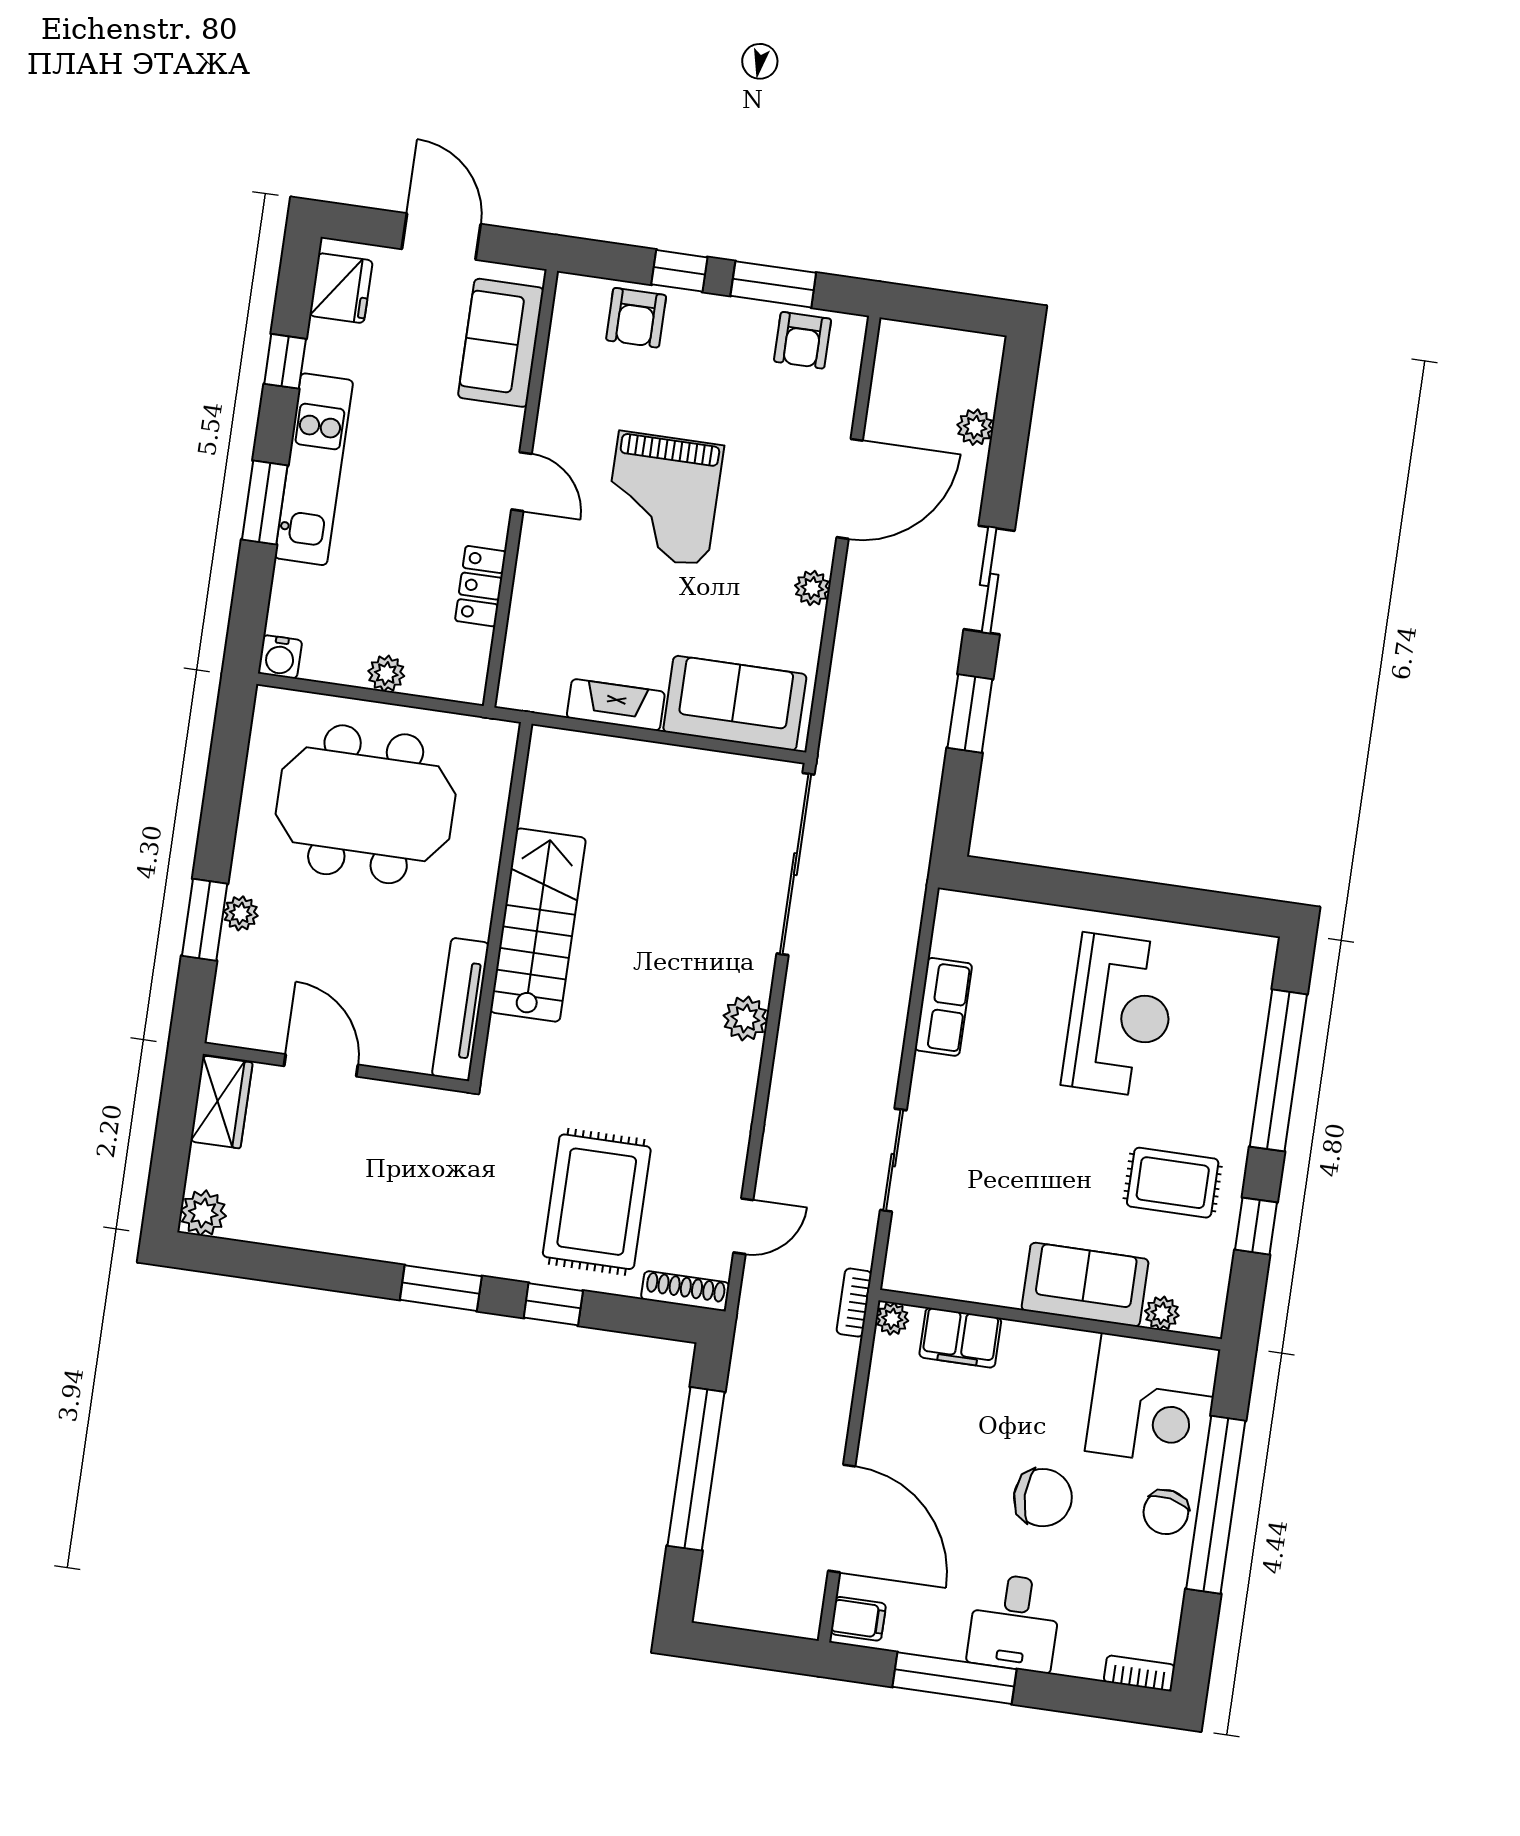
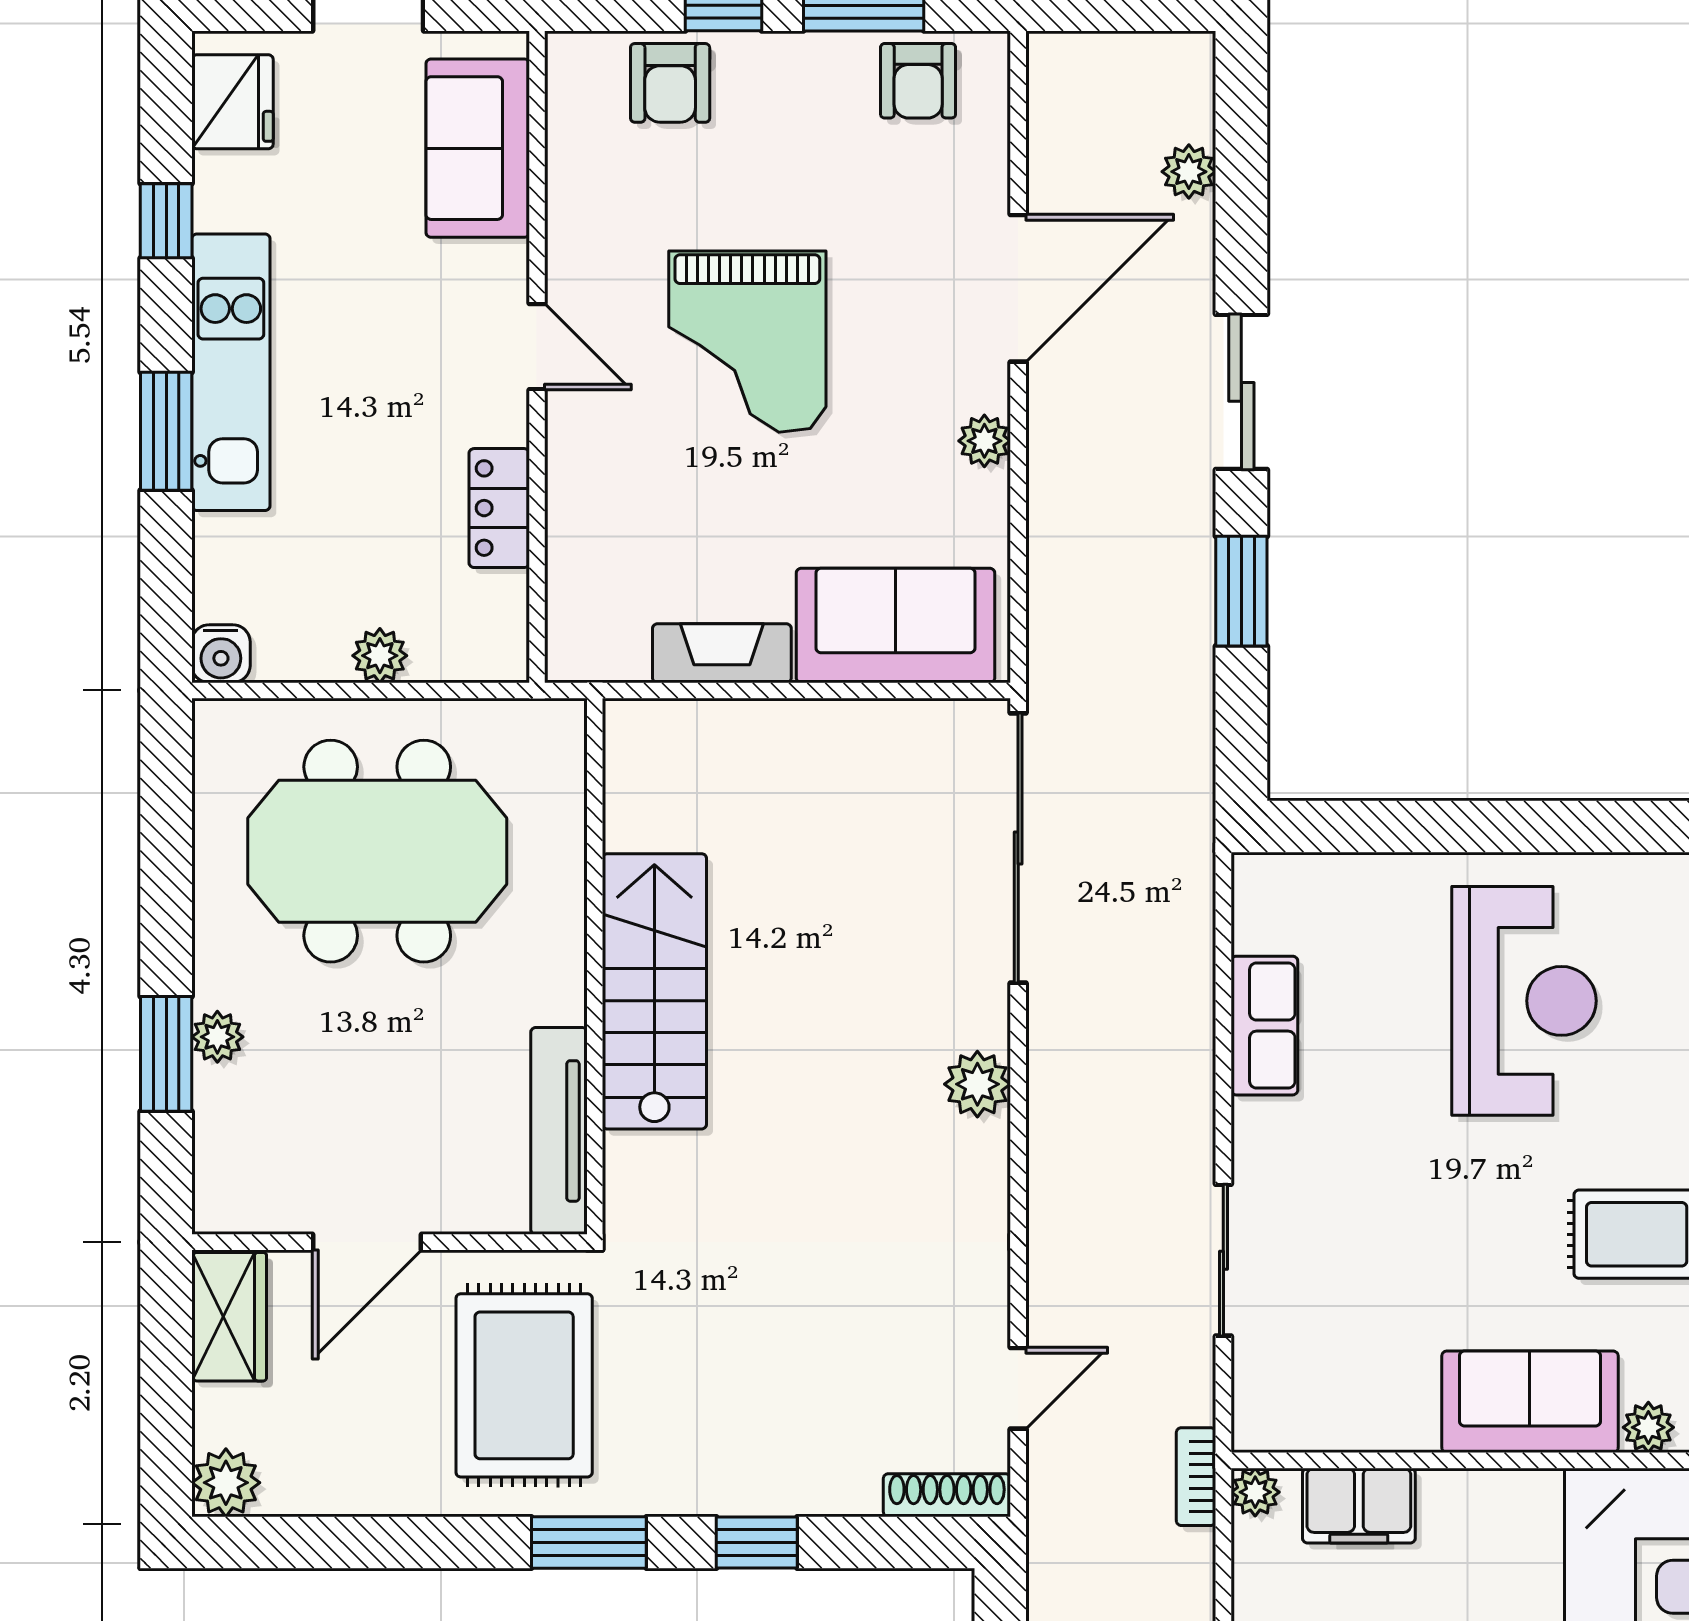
door: (321, 1065) -> (367, 1242), swing flipped
rug: (597, 1202) -> (524, 1385), moved

